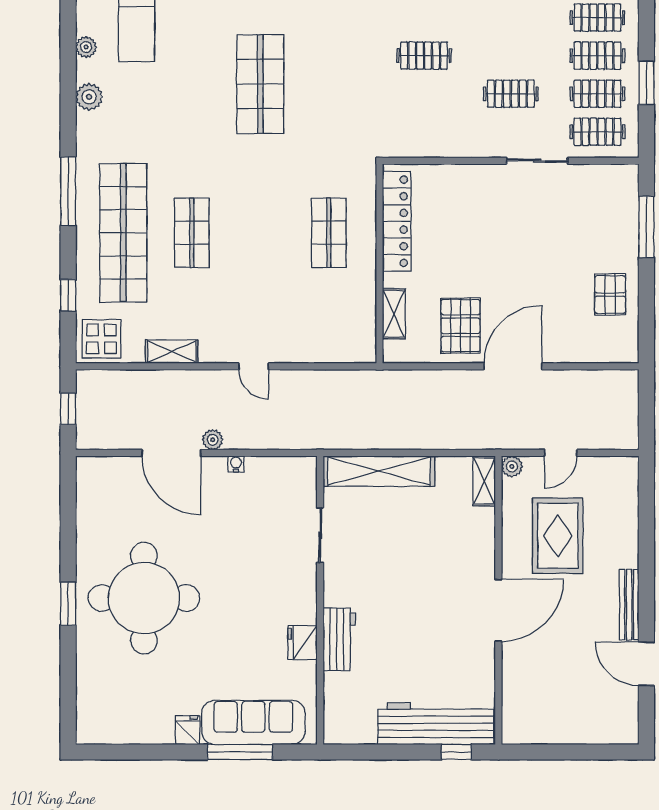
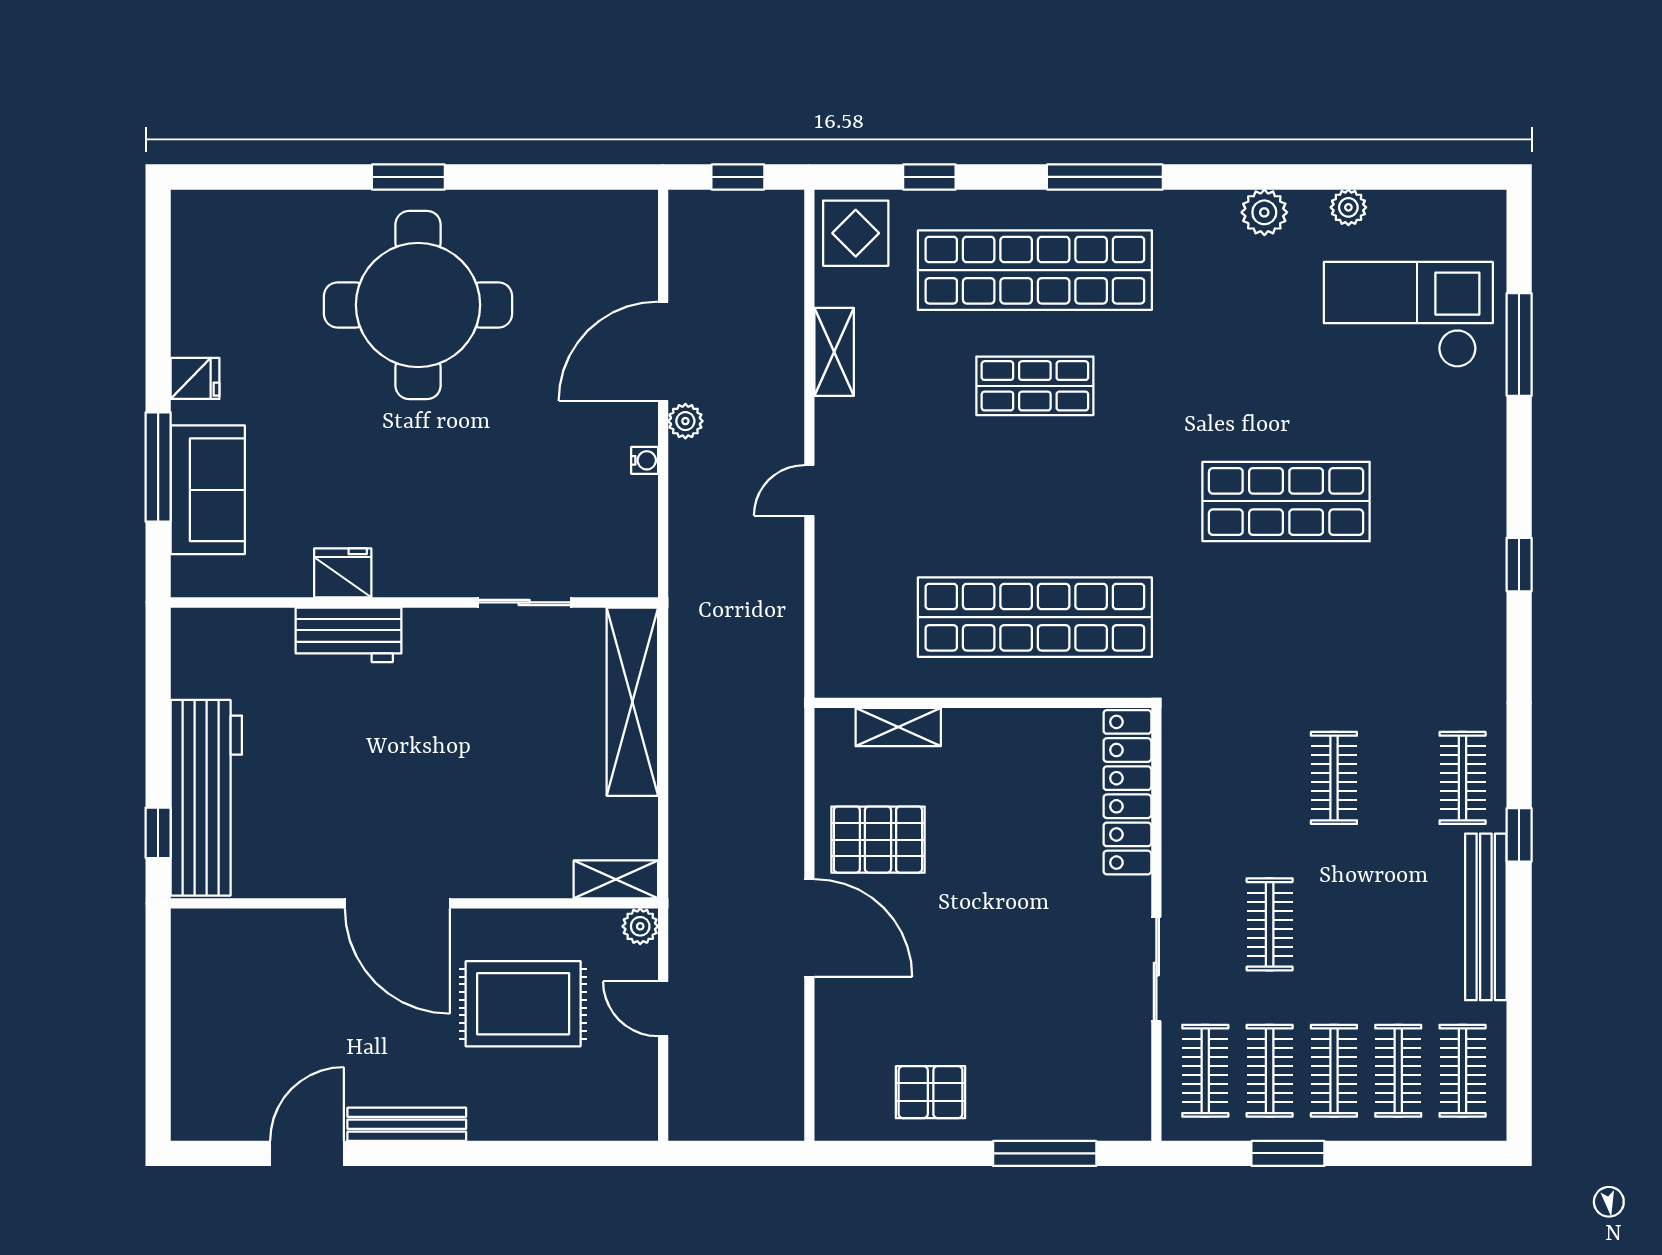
locker: (397, 221) -> (1127, 792), moved, turned 90
shop shelf: (329, 233) -> (1035, 617), width x2.00, depth x1.36
sofa: (253, 723) -> (208, 490), width x0.73

